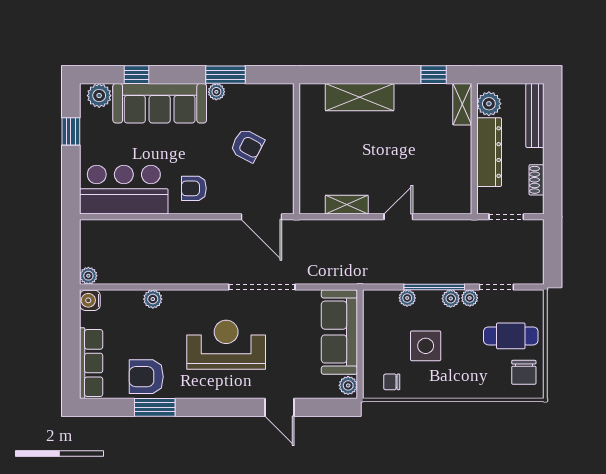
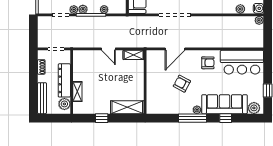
window: (136, 75) -> (226, 118), moved
window: (226, 75) -> (192, 118), width x1.44
window: (434, 75) -> (102, 118), moved
shelving: (462, 104) -> (77, 92), moved
wall: (296, 149) -> (145, 82), moved
door: (261, 217) -> (175, 49), swing flipped
door: (398, 217) -> (108, 49), hinge flipped
plant: (153, 299) -> (240, 9), moved

